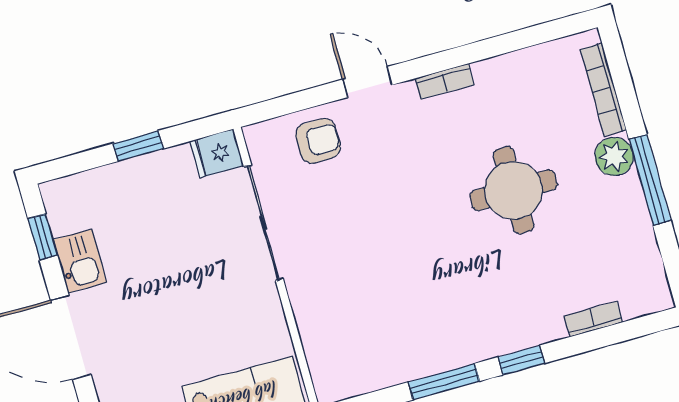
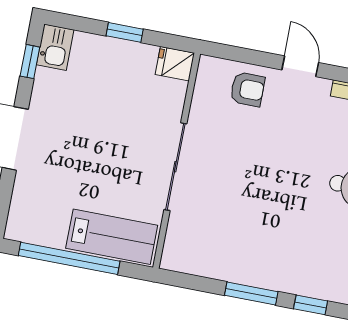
sliding door: (264, 223) -> (175, 167), moved
kitchen sink: (80, 261) -> (55, 47), moved

